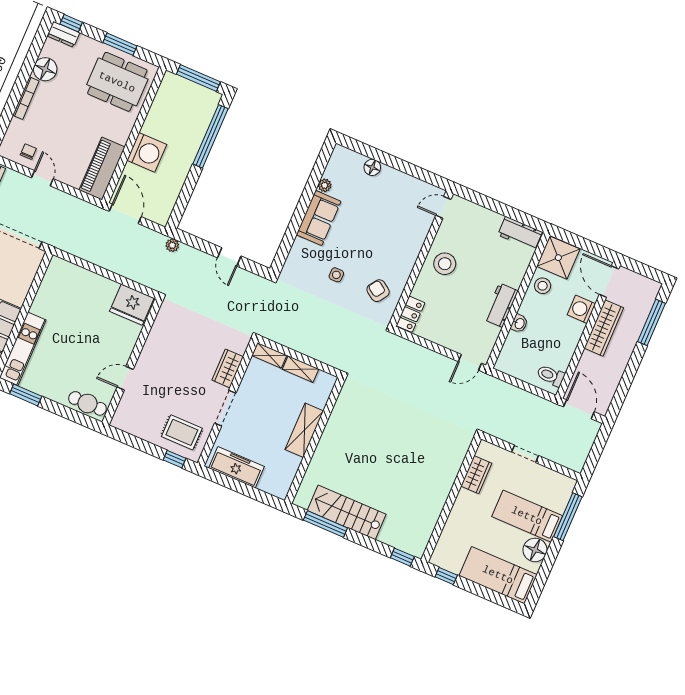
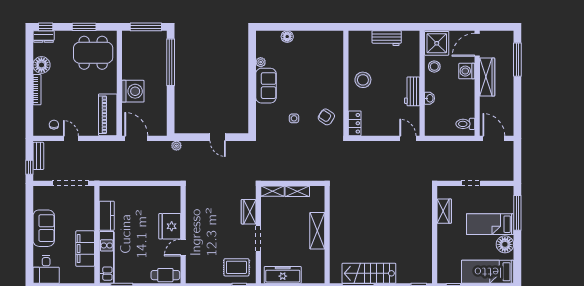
door: (443, 207) -> (346, 43), removed
workbench: (520, 233) -> (387, 38), moved
door: (609, 282) -> (477, 45), hinge flipped
kitchen counter: (46, 296) -> (107, 216), added
fridge: (132, 305) -> (170, 226), moved, turned 90
door: (470, 362) -> (408, 138), swing flipped

